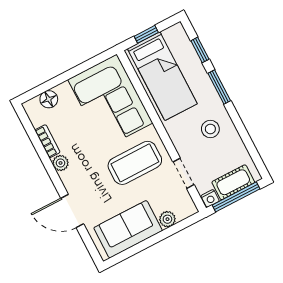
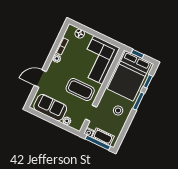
bed: (162, 76) -> (129, 76), width x1.50
door: (72, 211) -> (40, 78), hinge flipped

